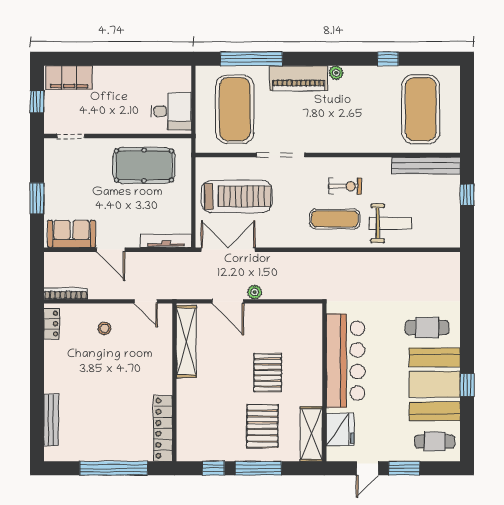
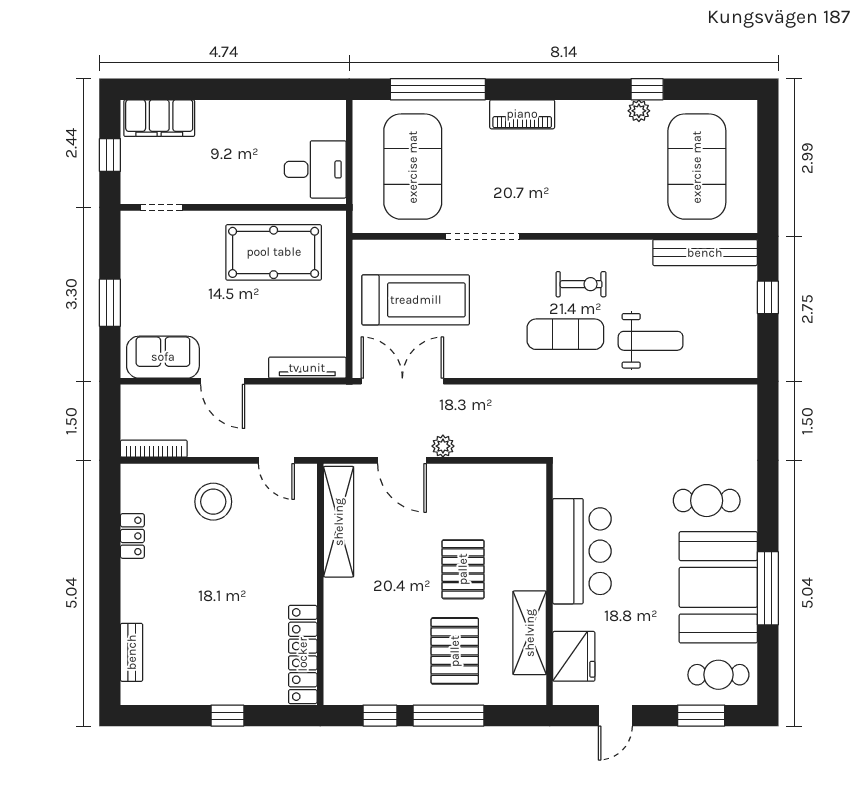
plant: (336, 73) -> (639, 111), moved
piano: (299, 78) -> (522, 114), width x0.73, depth x0.75
locker: (52, 324) -> (132, 536), moved
stool: (104, 328) -> (213, 502), width x1.89, depth x1.89
bar counter: (346, 361) -> (582, 551), width x0.73
window: (467, 385) -> (768, 588), width x2.17
bench: (51, 420) -> (132, 652), width x0.73
shelving: (311, 434) -> (530, 633), moved
window: (114, 468) -> (227, 716), width x0.32
window: (404, 468) -> (701, 716), moved

